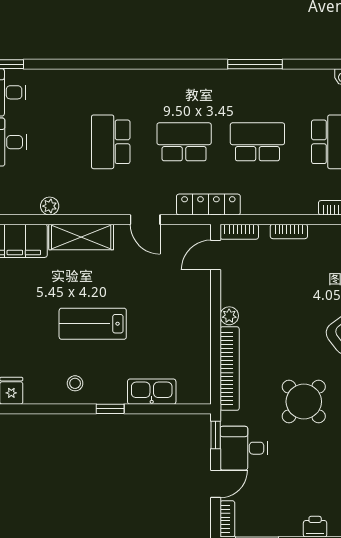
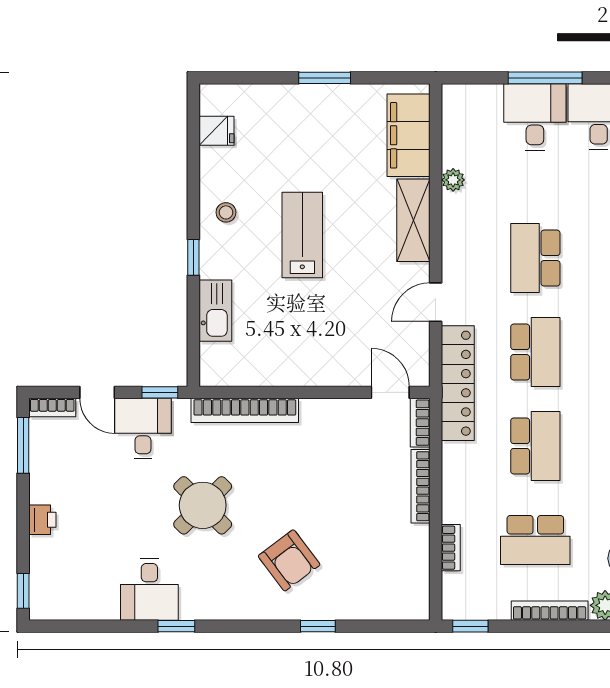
school desk: (111, 142) -> (535, 258), turned -90
locker: (208, 205) -> (458, 383), width x1.41, depth x1.21
bookcase: (289, 231) -> (421, 486), width x1.56
plant: (229, 316) -> (312, 410), removed

